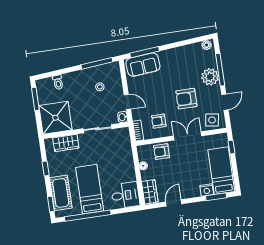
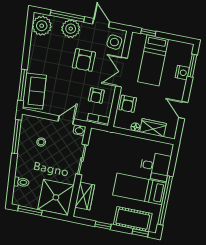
plant: (207, 45) -> (42, 26), width x1.88, depth x1.88
bed: (221, 171) -> (153, 60), moved, turned -90
wardrobe: (150, 192) -> (153, 128), moved
desk: (125, 195) -> (155, 166), moved, turned 90

